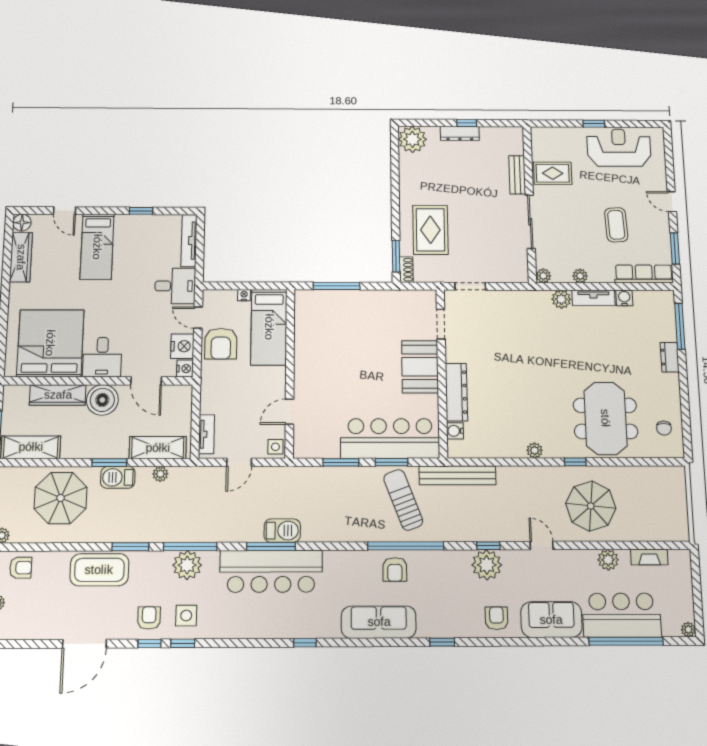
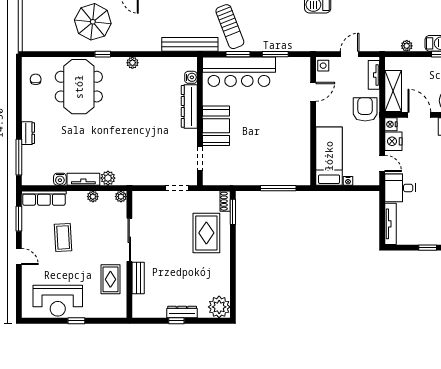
rug: (553, 173) -> (110, 279), turned 90
armchair: (221, 344) -> (365, 109), moved
shelving: (158, 448) -> (393, 91), moved, turned 90

